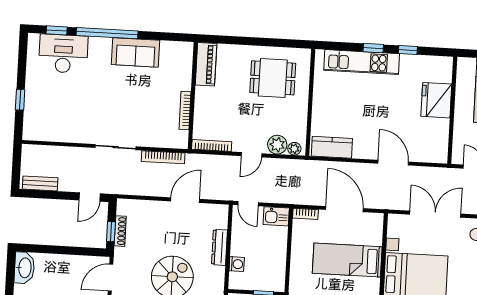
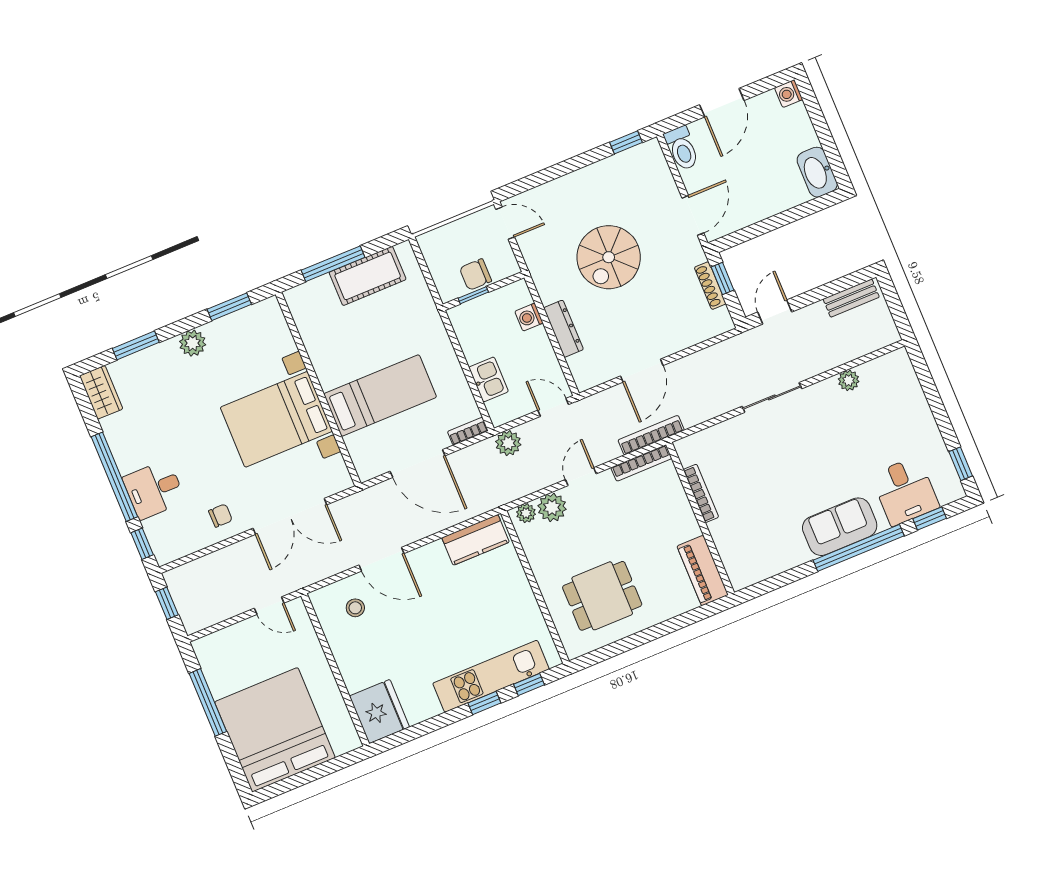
window: (408, 50) -> (529, 684), moved
sofa: (136, 52) -> (840, 527), moved
desk: (63, 54) -> (905, 491), width x0.73
window: (20, 100) -> (961, 464), moved
fridge: (436, 100) -> (379, 712), moved
plant: (65, 135) -> (849, 380), added
stool: (423, 141) -> (355, 608), added
bookcase: (163, 157) -> (651, 435), moved
plant: (285, 195) -> (508, 443), added
kitchen sink: (276, 216) -> (489, 379), moved, turned 90

